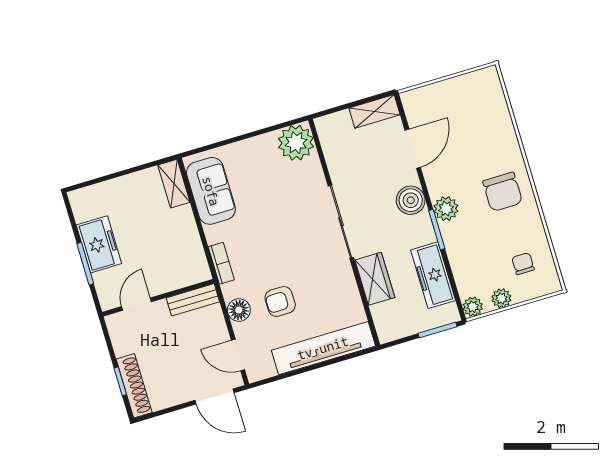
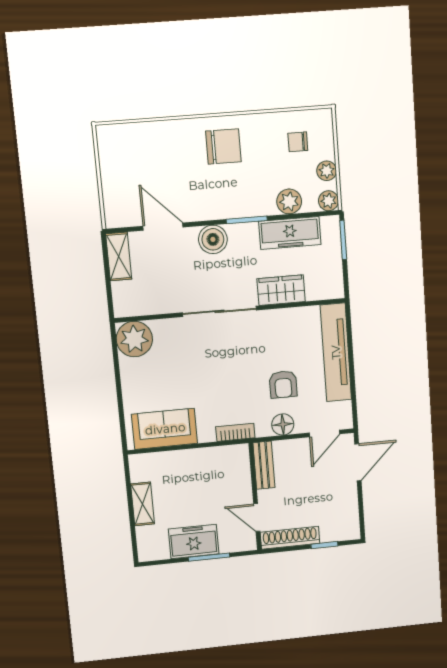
shelving: (174, 184) -> (143, 504), moved, turned 90
plant: (446, 209) -> (289, 201), moved
shoe rack: (134, 386) -> (290, 538), moved

